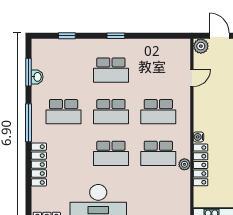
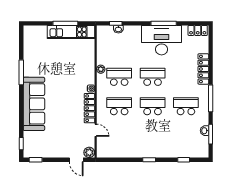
school desk: (111, 70) -> (153, 136), removed
door: (192, 78) -> (96, 130), swing flipped
locker: (201, 165) -> (89, 108), moved

